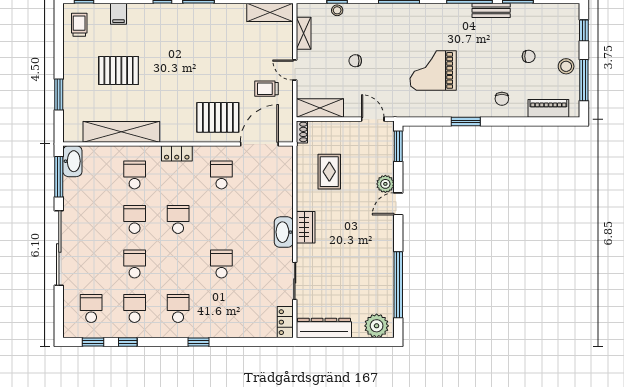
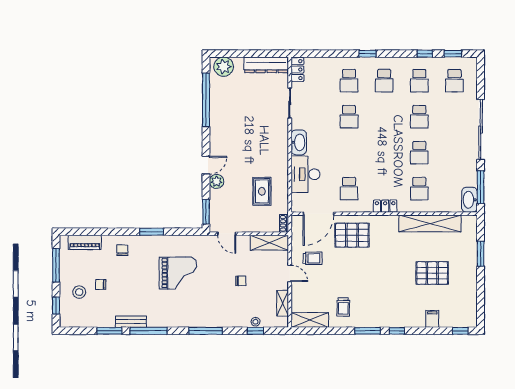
trolley: (79, 25) -> (343, 307), moved
stool: (566, 66) -> (79, 292), moved
desk: (275, 193) -> (305, 174), added
school desk: (178, 219) -> (349, 81), moved
wardrobe: (306, 227) -> (281, 146), removed

